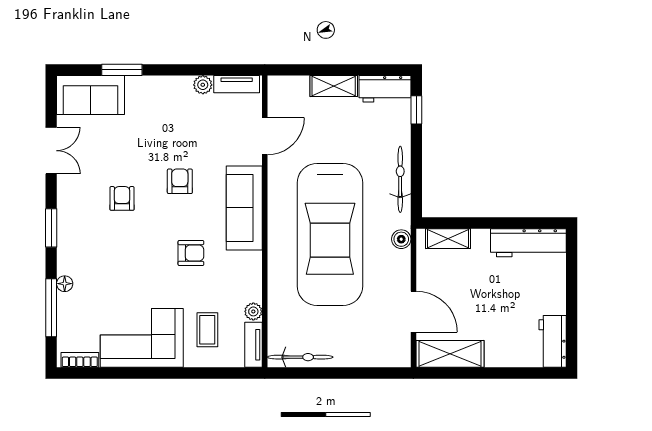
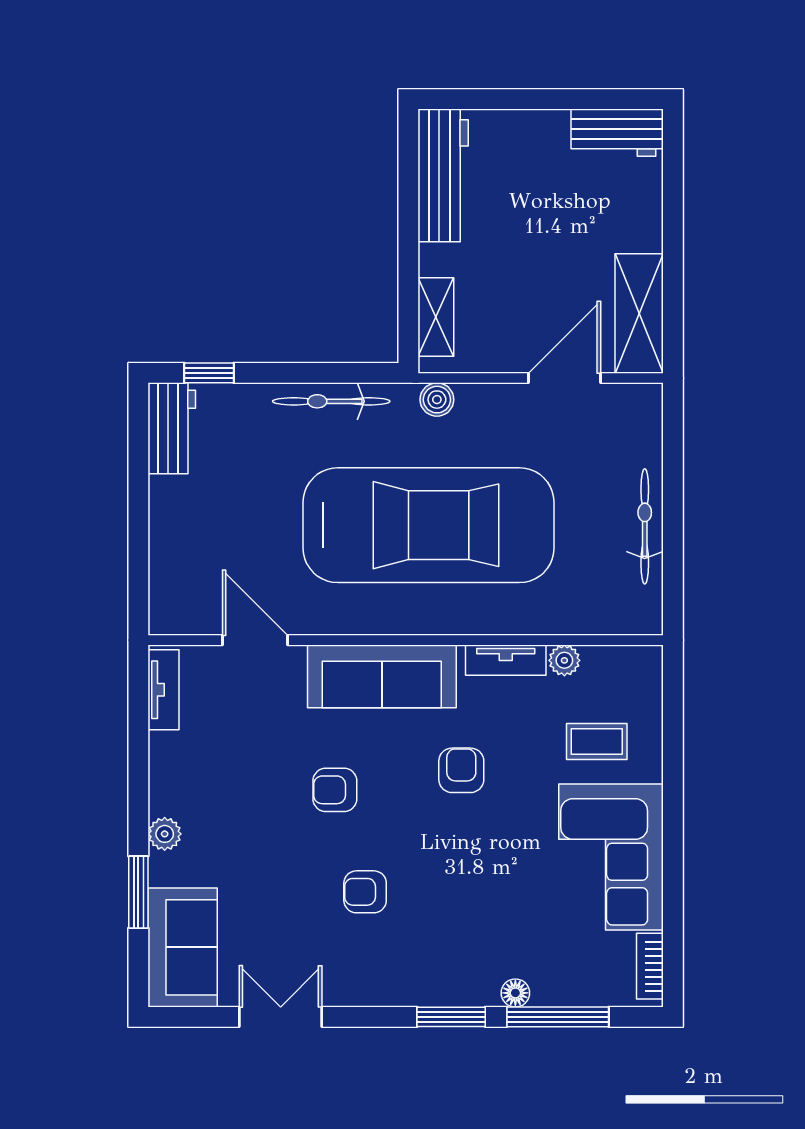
plant: (203, 85) -> (165, 834), moved
shelving: (334, 86) -> (167, 519), removed
window: (51, 228) -> (451, 1017), moved
tv unit: (253, 345) -> (506, 660), moved
bicycle: (300, 357) -> (645, 526), moved

